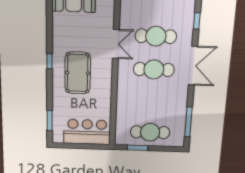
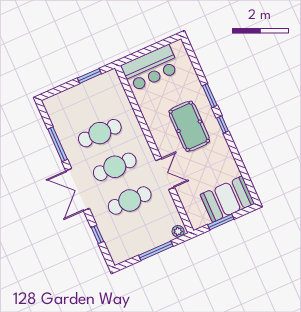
double door: (116, 44) -> (165, 174), swing flipped
window: (50, 120) -> (210, 96), moved
window: (188, 122) -> (58, 144), moved
cafe table: (150, 132) -> (100, 133), moved

